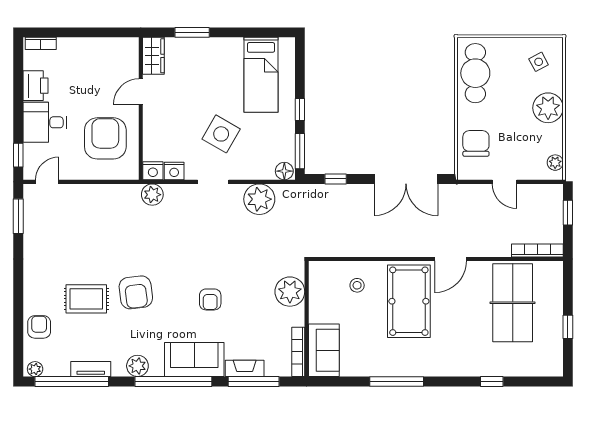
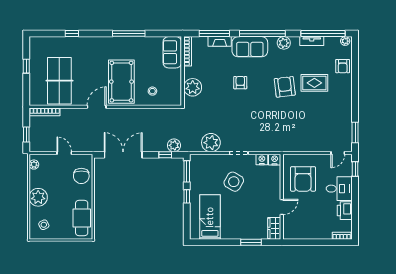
floor lamp: (284, 171) -> (196, 159), removed
plant: (152, 195) -> (174, 145), moved

